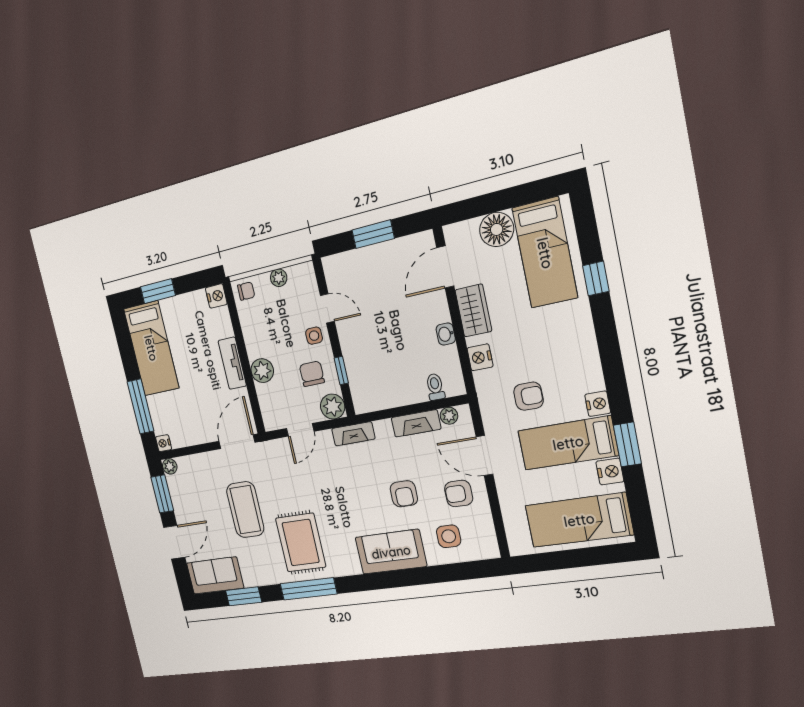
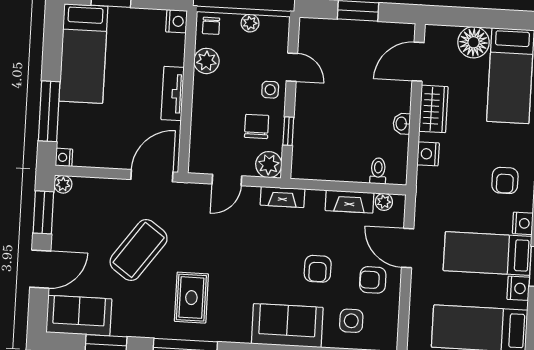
chair: (246, 291) -> (211, 26), turned 90
plant: (262, 371) -> (206, 61), moved
armchair: (529, 396) -> (505, 180), moved, turned 90
coffee table: (245, 510) -> (139, 250), turned 36
rug: (301, 543) -> (191, 298), width x0.73, depth x0.70

